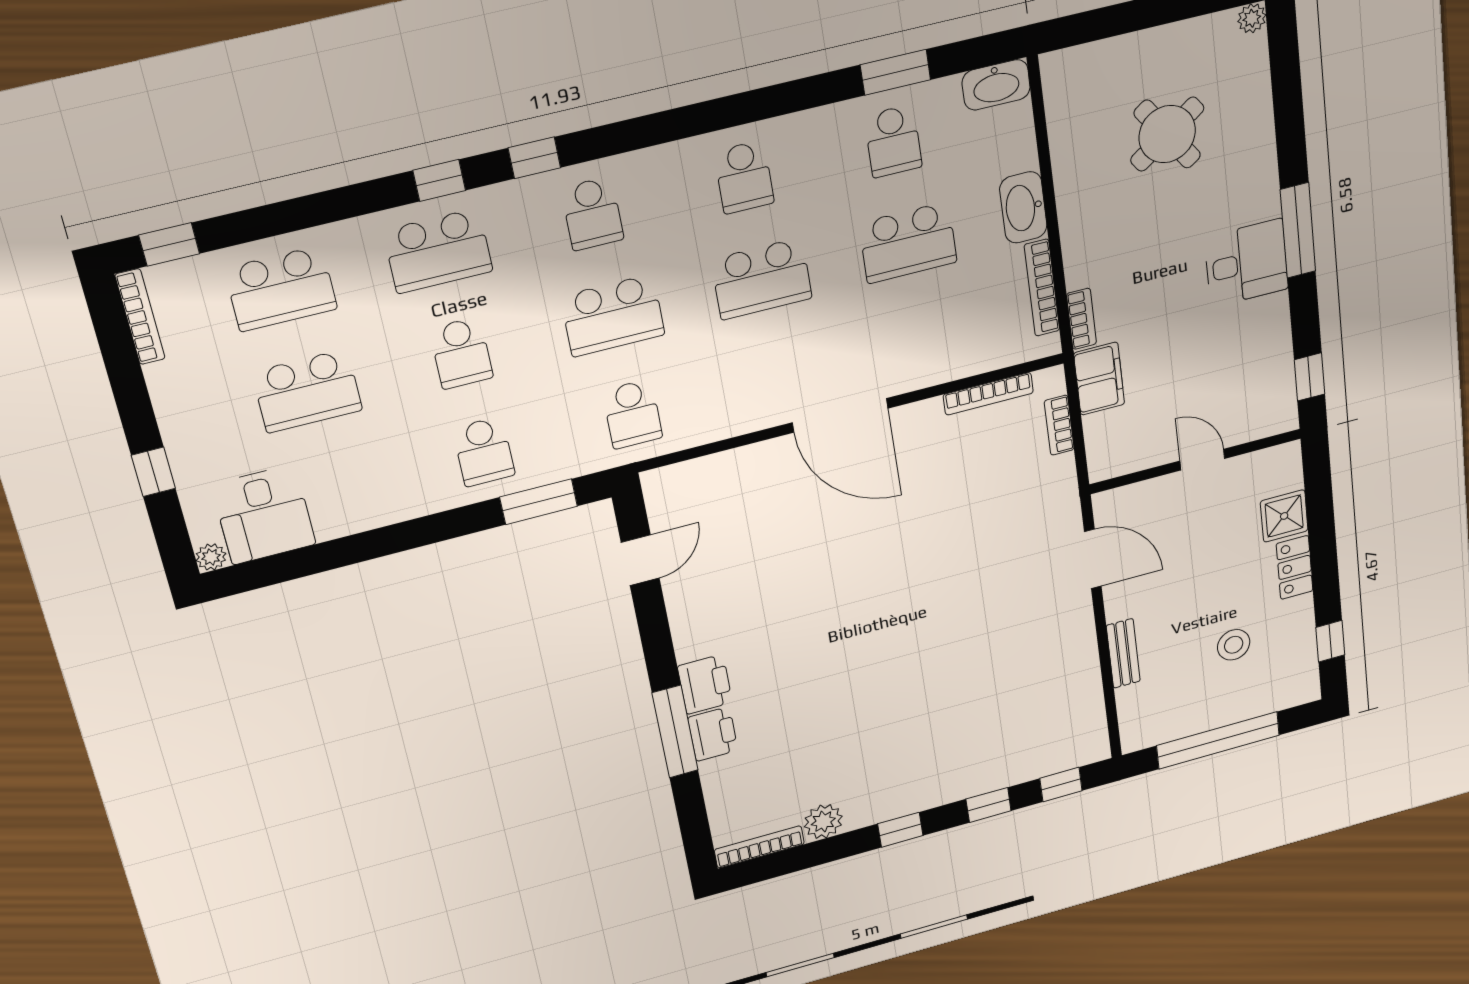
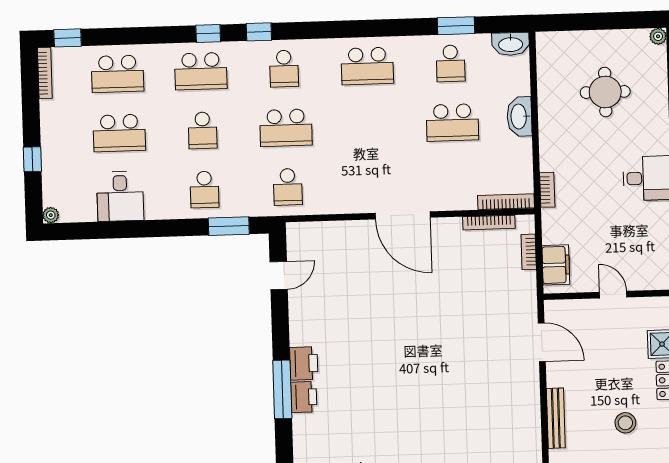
round table: (1167, 134) -> (605, 92), turned 35
school desk: (744, 177) -> (367, 66), width x1.85
school desk: (762, 279) -> (369, 125), removed
bookcase: (1042, 288) -> (506, 202), moved, turned 90
filing cabinet: (1099, 379) -> (556, 265), moved
desk: (264, 515) -> (120, 196), moved
bench: (1123, 653) -> (556, 418), width x1.36

